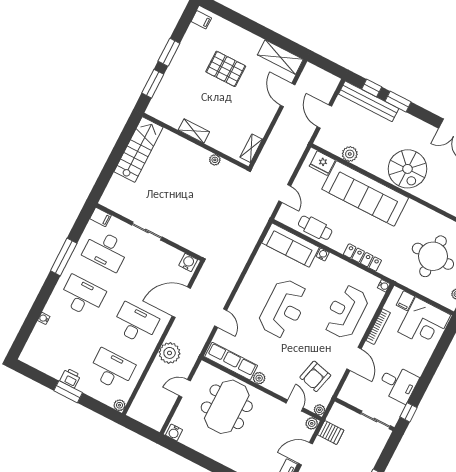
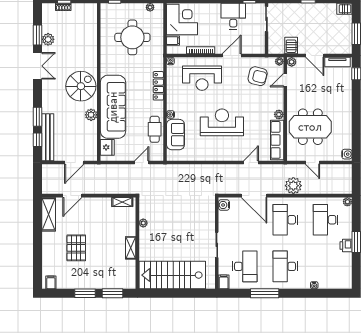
stairs: (138, 150) -> (172, 275), width x1.36, depth x1.51
plant: (350, 154) -> (91, 115), moved
sofa: (291, 245) -> (175, 135), width x0.73

